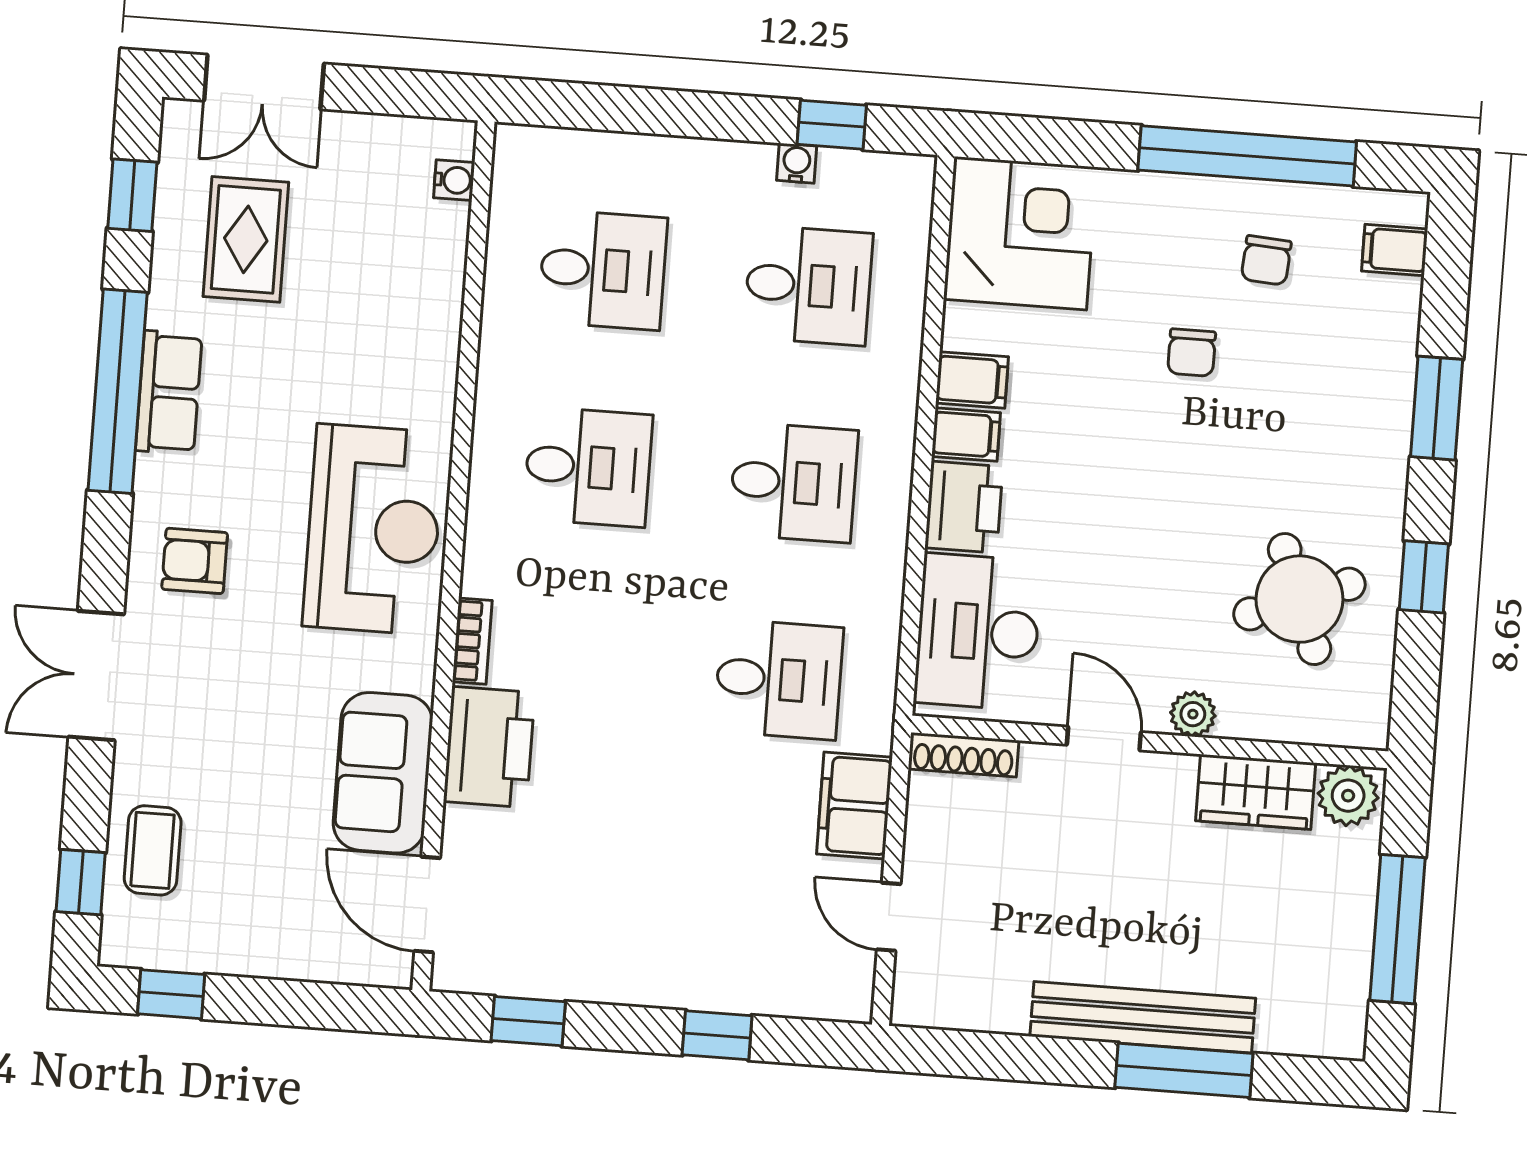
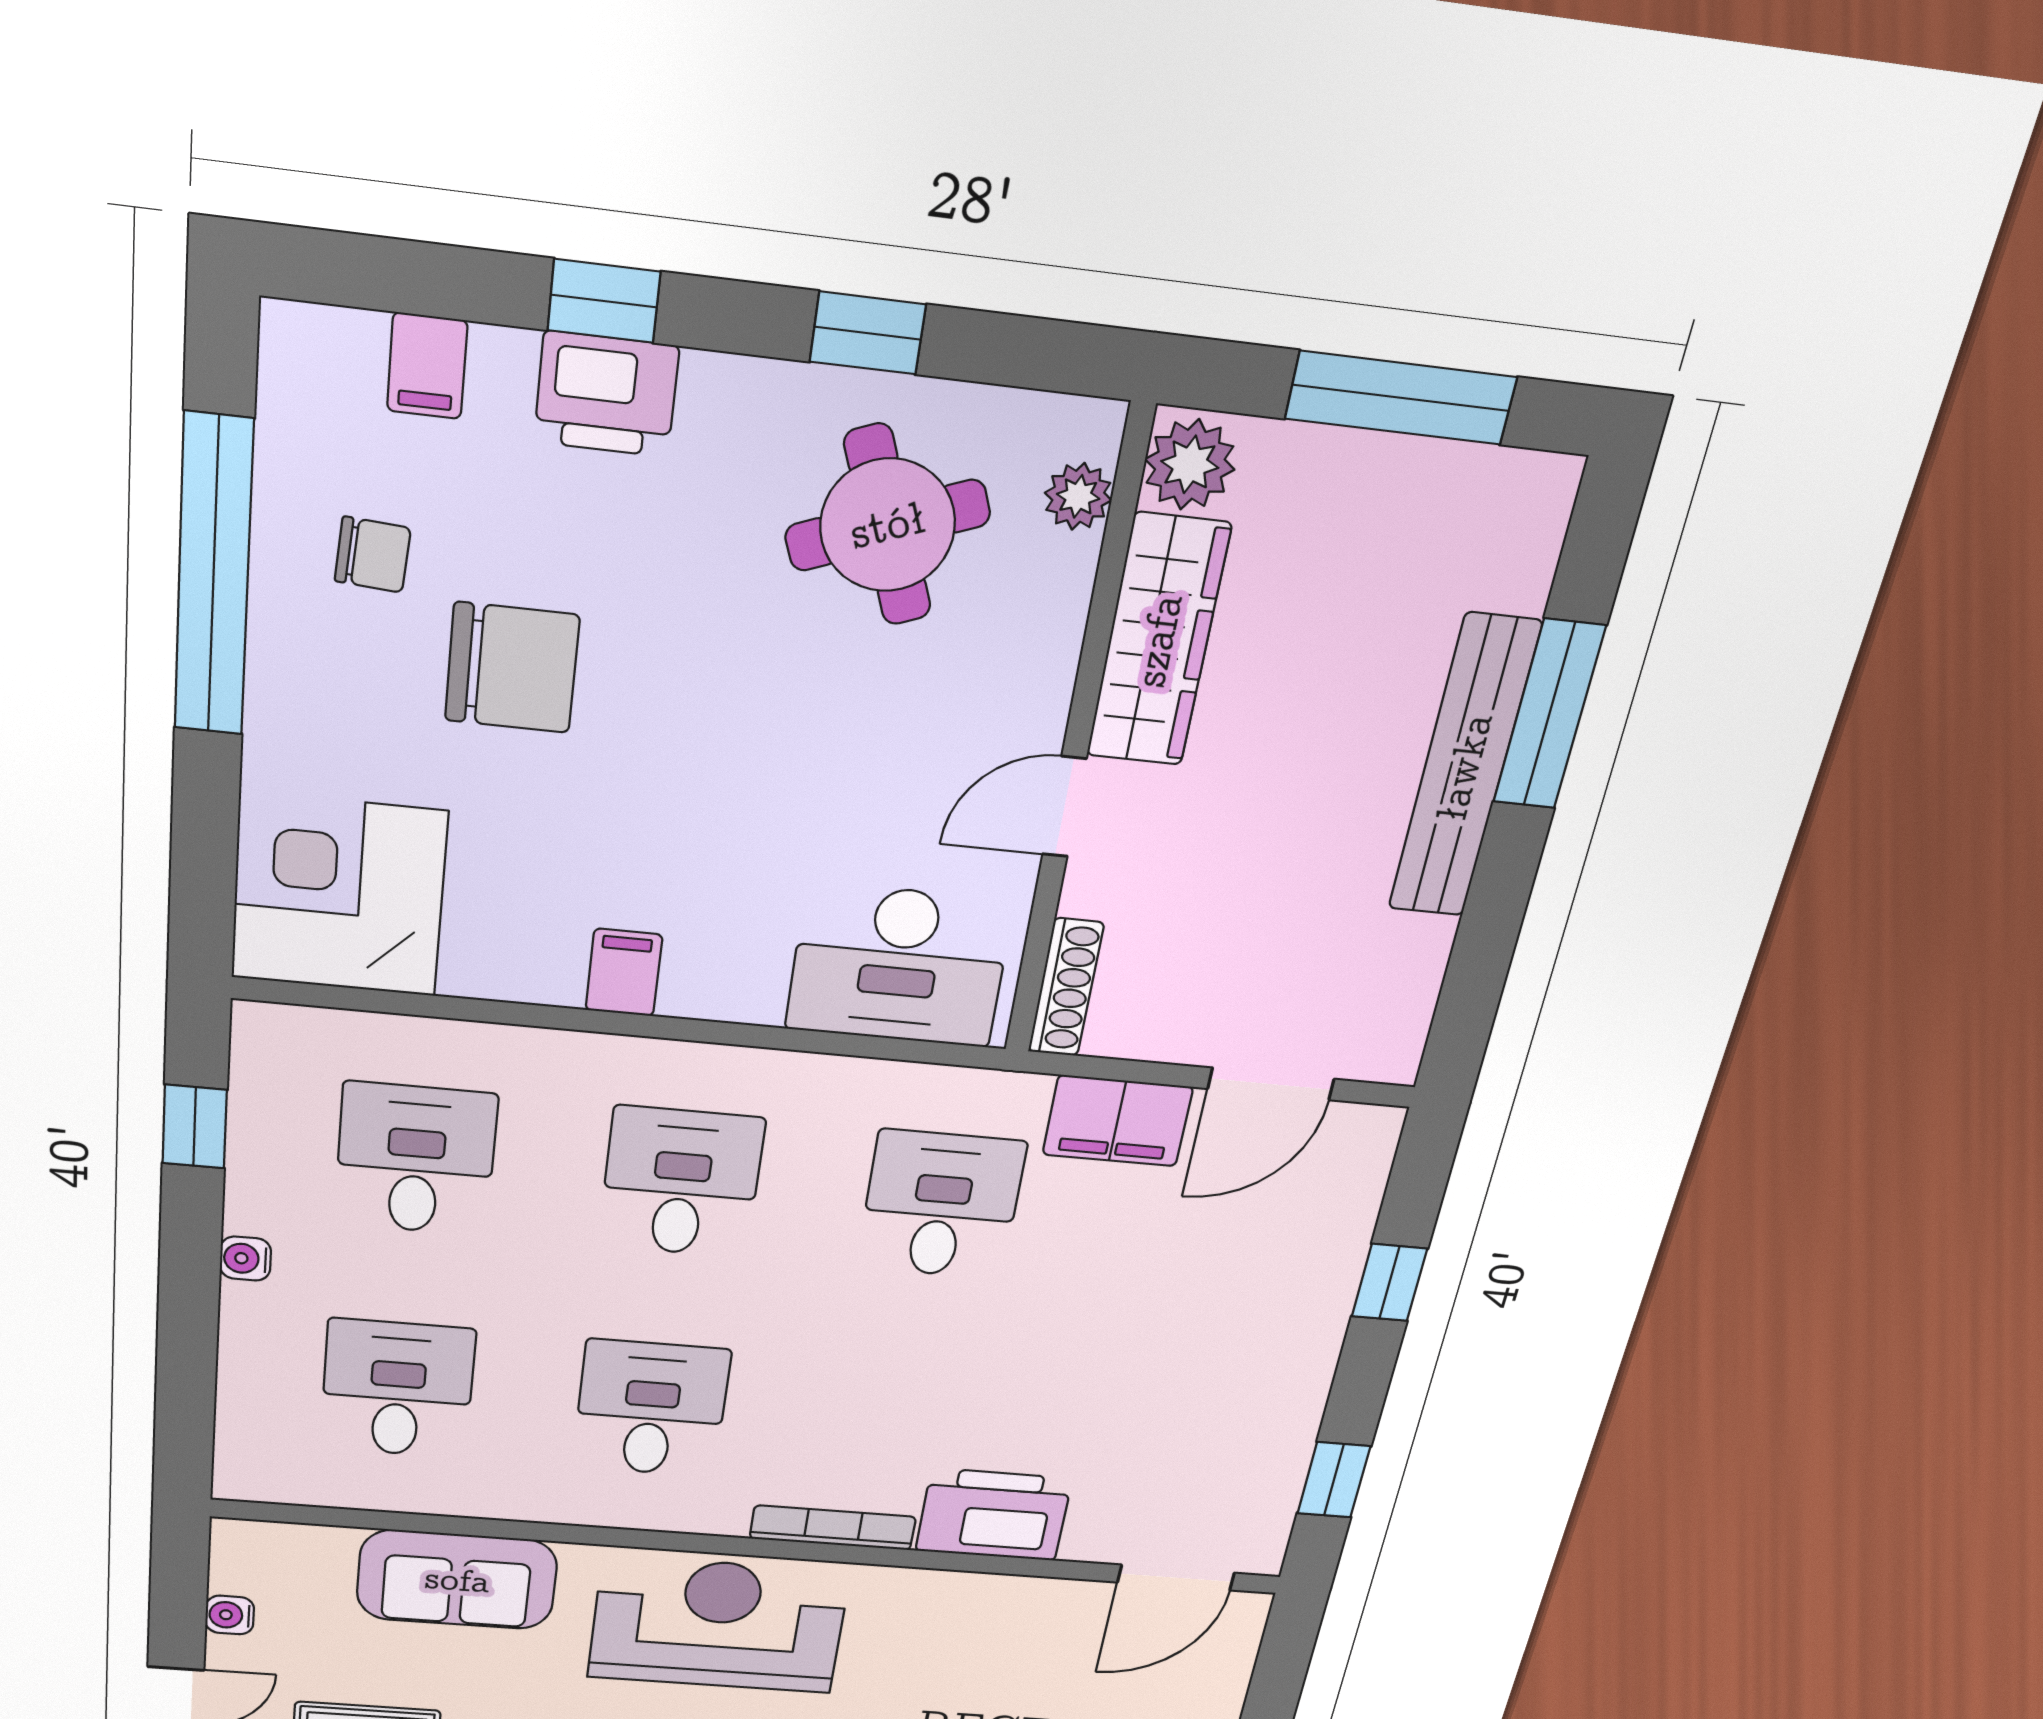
water cooler: (797, 163) -> (245, 1259), moved
water cooler: (454, 180) -> (230, 1615), moved, turned -90
filing cabinet: (1395, 250) -> (427, 366), moved
chair: (1192, 353) -> (512, 668), width x1.87, depth x1.87
filing cabinet: (972, 380) -> (548, 963), removed
window: (1437, 408) -> (604, 301), width x0.67
printer: (964, 507) -> (606, 394), moved, turned 180
bookcase: (472, 641) -> (833, 1528), width x1.56
plant: (1193, 714) -> (1078, 496), moved
sofa: (383, 773) -> (457, 1580), moved
wardrobe: (1256, 792) -> (1158, 641), width x1.50
door: (889, 917) -> (1271, 1084), width x1.38

